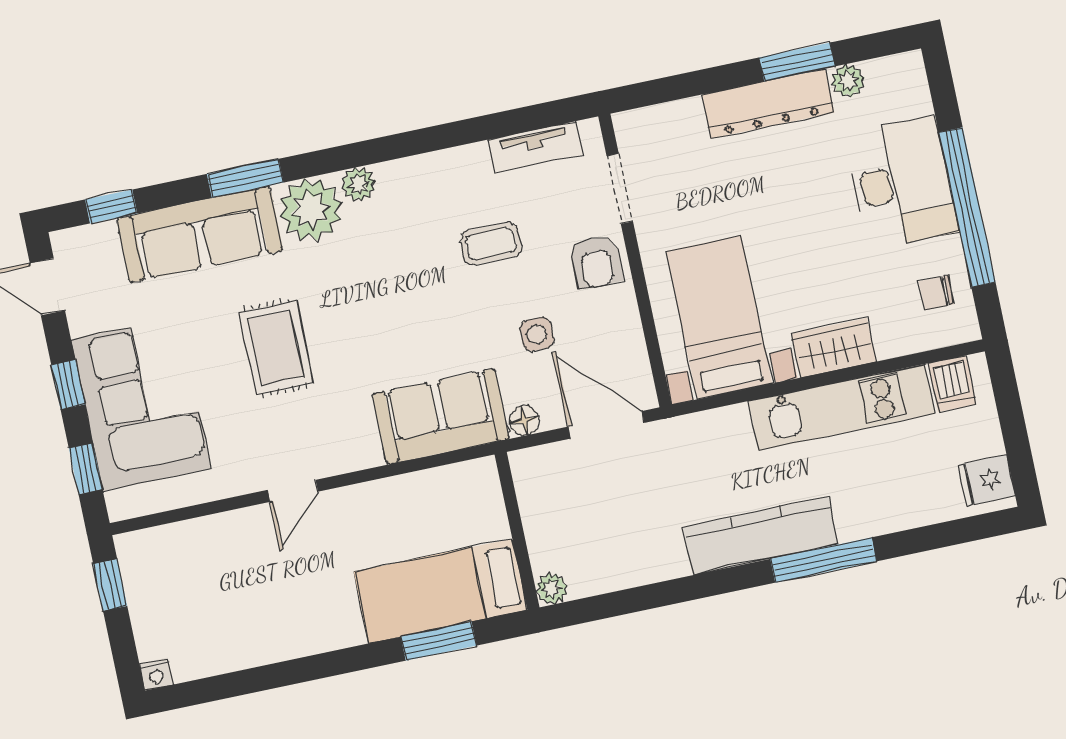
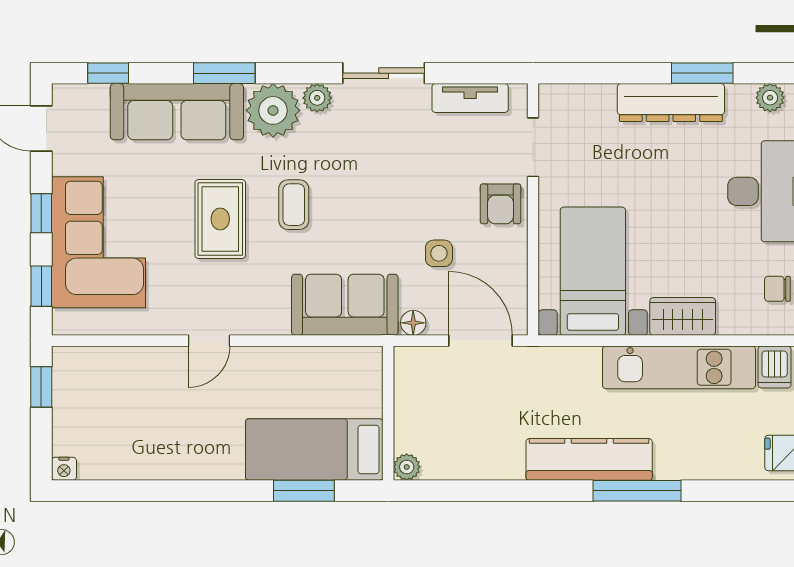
plant: (848, 81) -> (770, 98), moved
sliding door: (429, 139) -> (384, 73), added
coffee table: (491, 244) -> (294, 205), moved, turned 90

